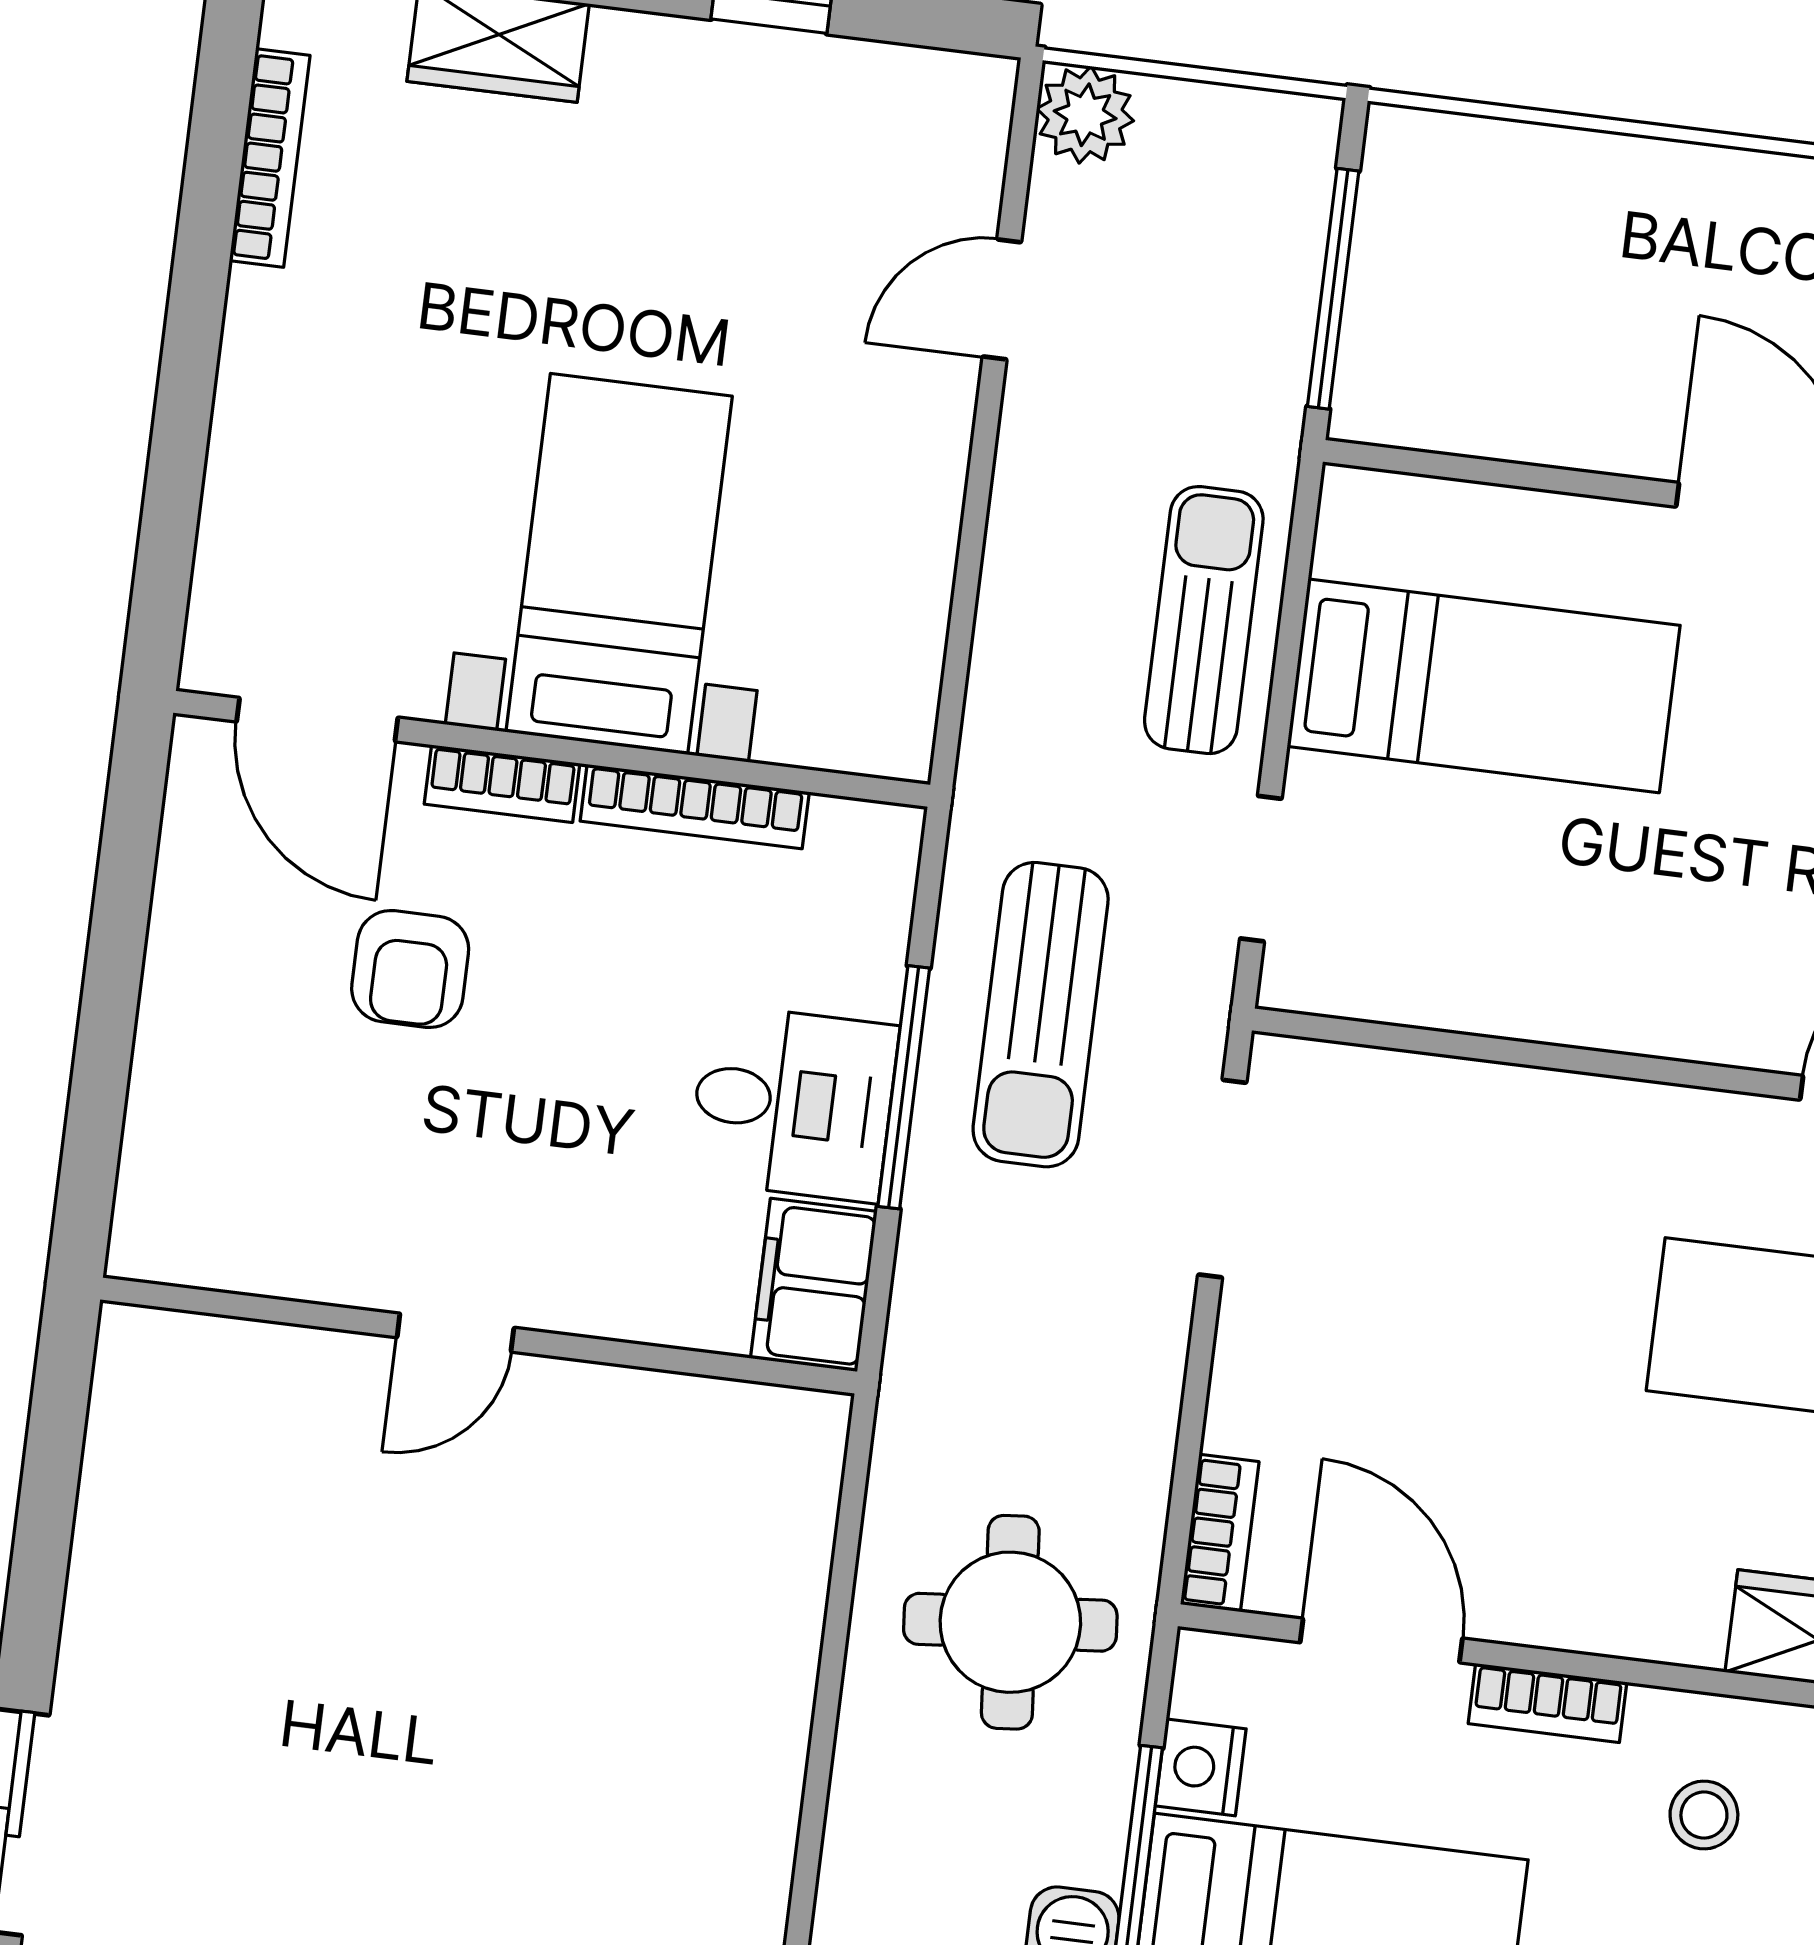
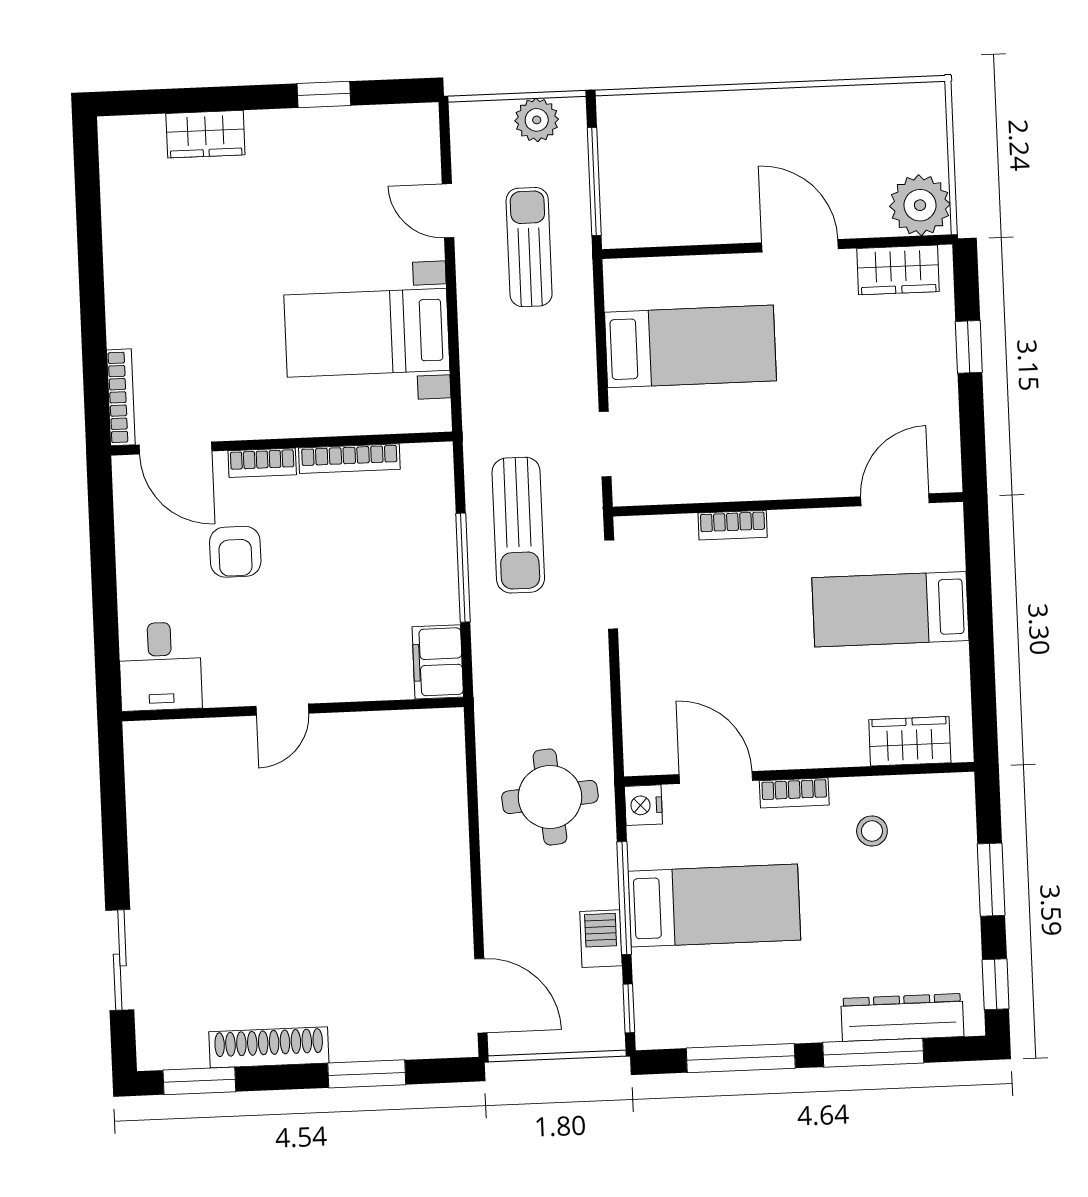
plant: (1085, 115) -> (537, 120), moved
bookcase: (270, 158) -> (121, 397), moved
door: (1002, 299) -> (448, 211), hinge flipped
bed with nightstands: (619, 564) -> (367, 333), moved, turned -90
sun lounger: (1204, 620) -> (529, 247), moved
desk: (793, 1103) -> (160, 666), moved, turned 90
bookcase: (1220, 1533) -> (733, 525), moved, turned 90
nightstand: (1201, 1767) -> (643, 805), moved

